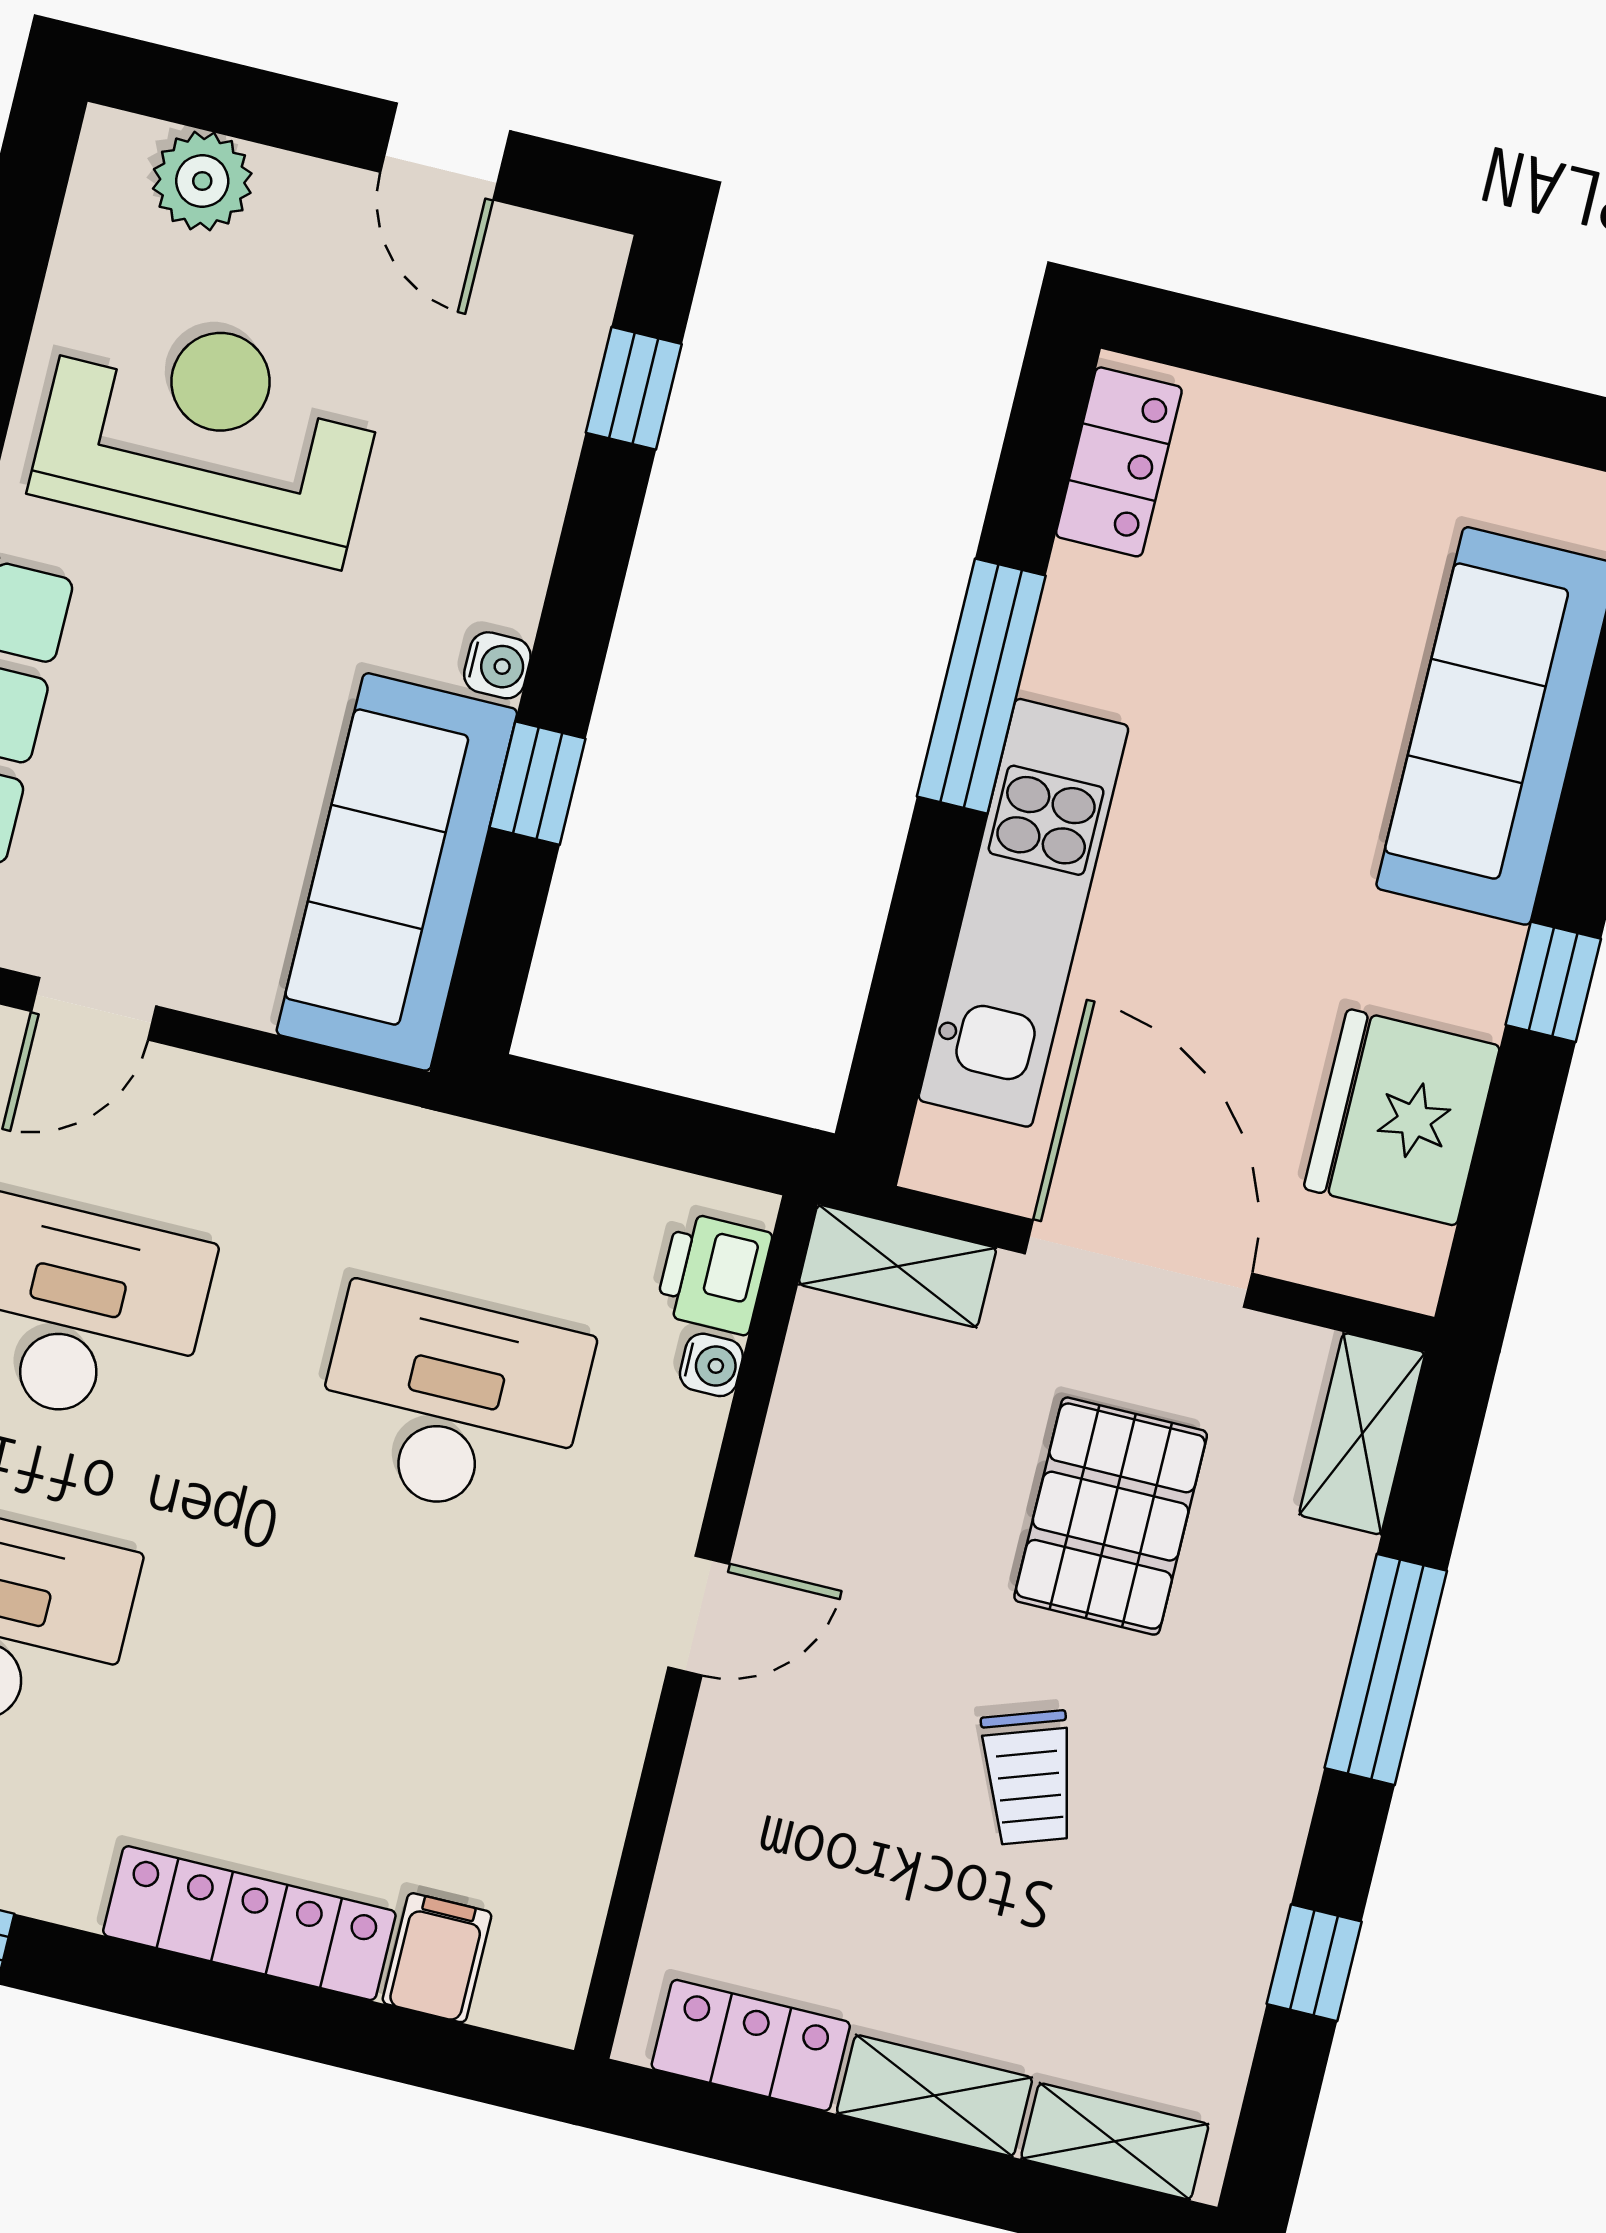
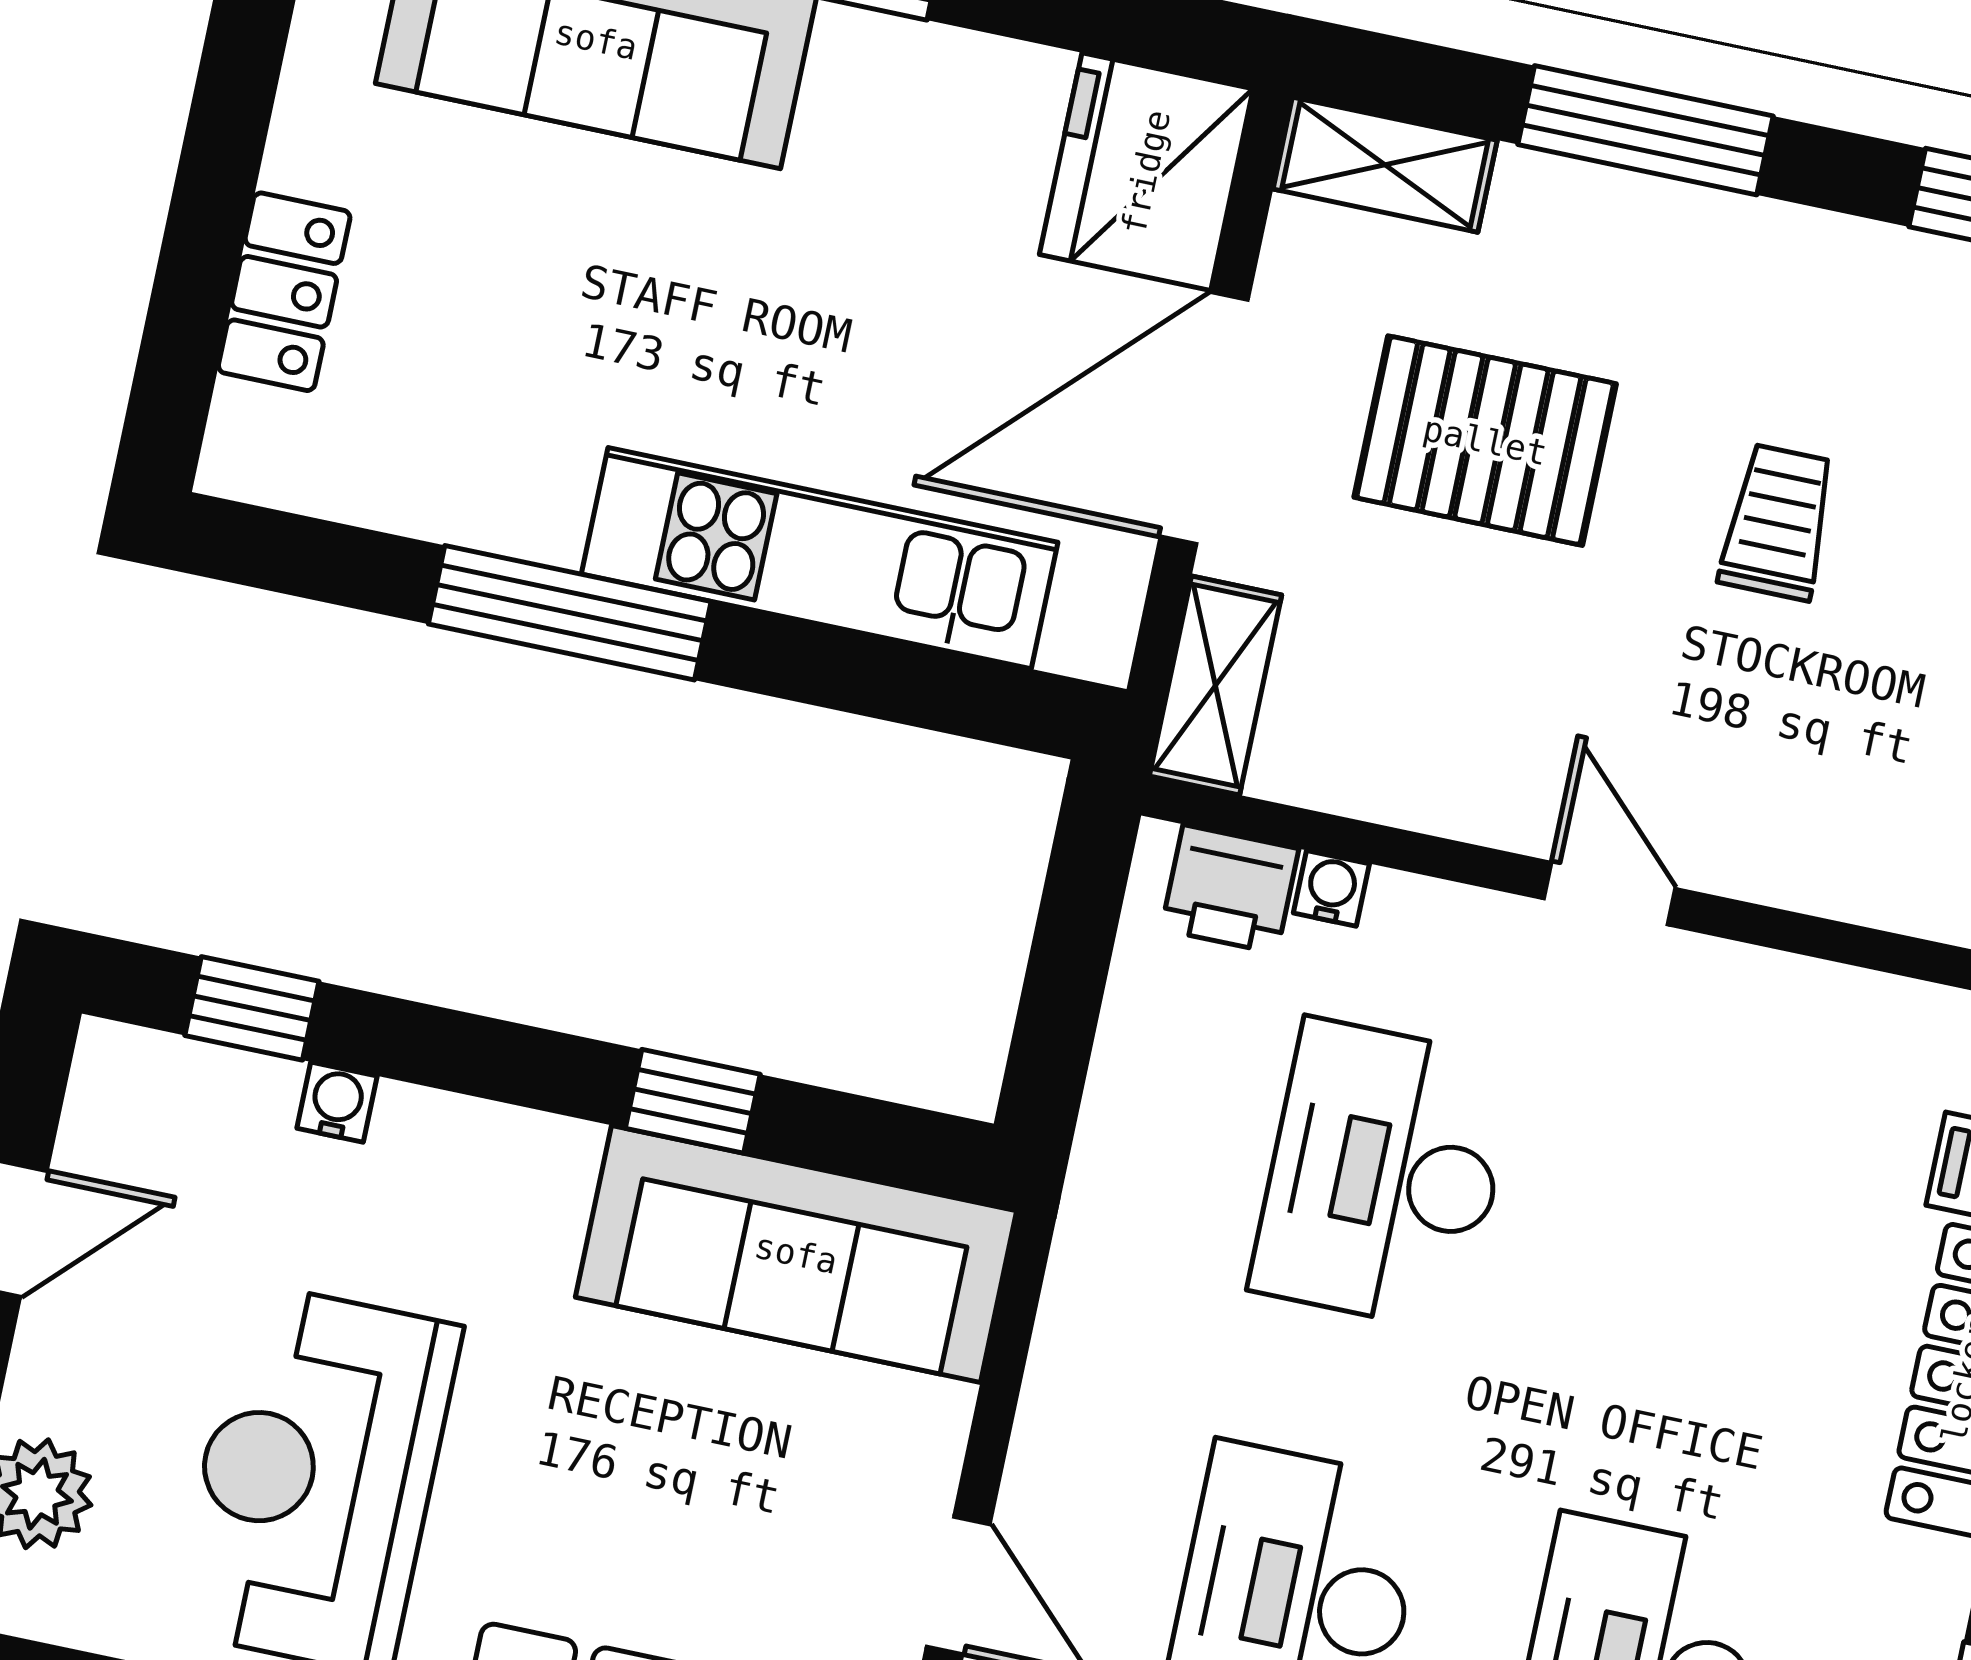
locker: (1119, 462) -> (284, 292), moved, turned 90
water cooler: (497, 665) -> (337, 1102), moved
fridge: (1402, 1117) -> (1146, 172), moved, turned 90
trolley: (1029, 1778) -> (1778, 522), turned -71

